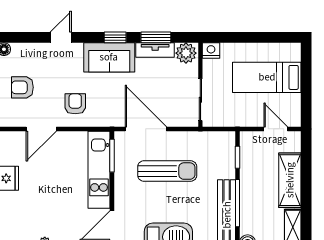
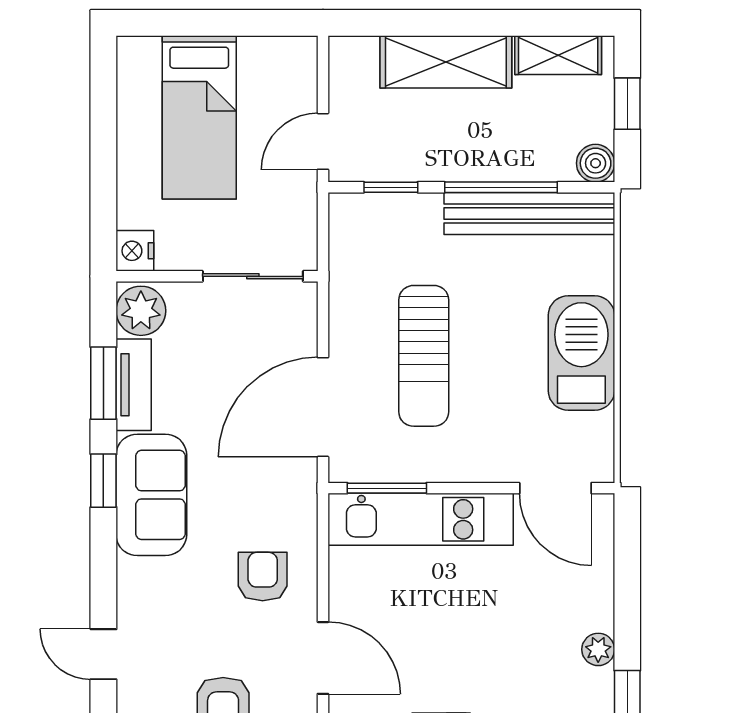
door: (61, 37) -> (103, 654), moved
armchair: (75, 104) -> (263, 577), turned 90
door: (276, 129) -> (323, 141), moved
sun lounger: (167, 171) -> (424, 356), turned 180

